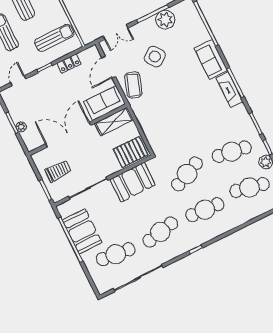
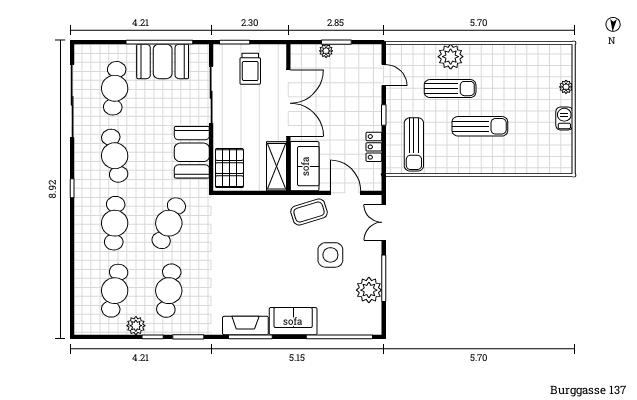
side table: (155, 57) -> (330, 255), turned 37
coffee table: (133, 85) -> (309, 212), turned -36
cafe table: (187, 174) -> (169, 223), turned 48

